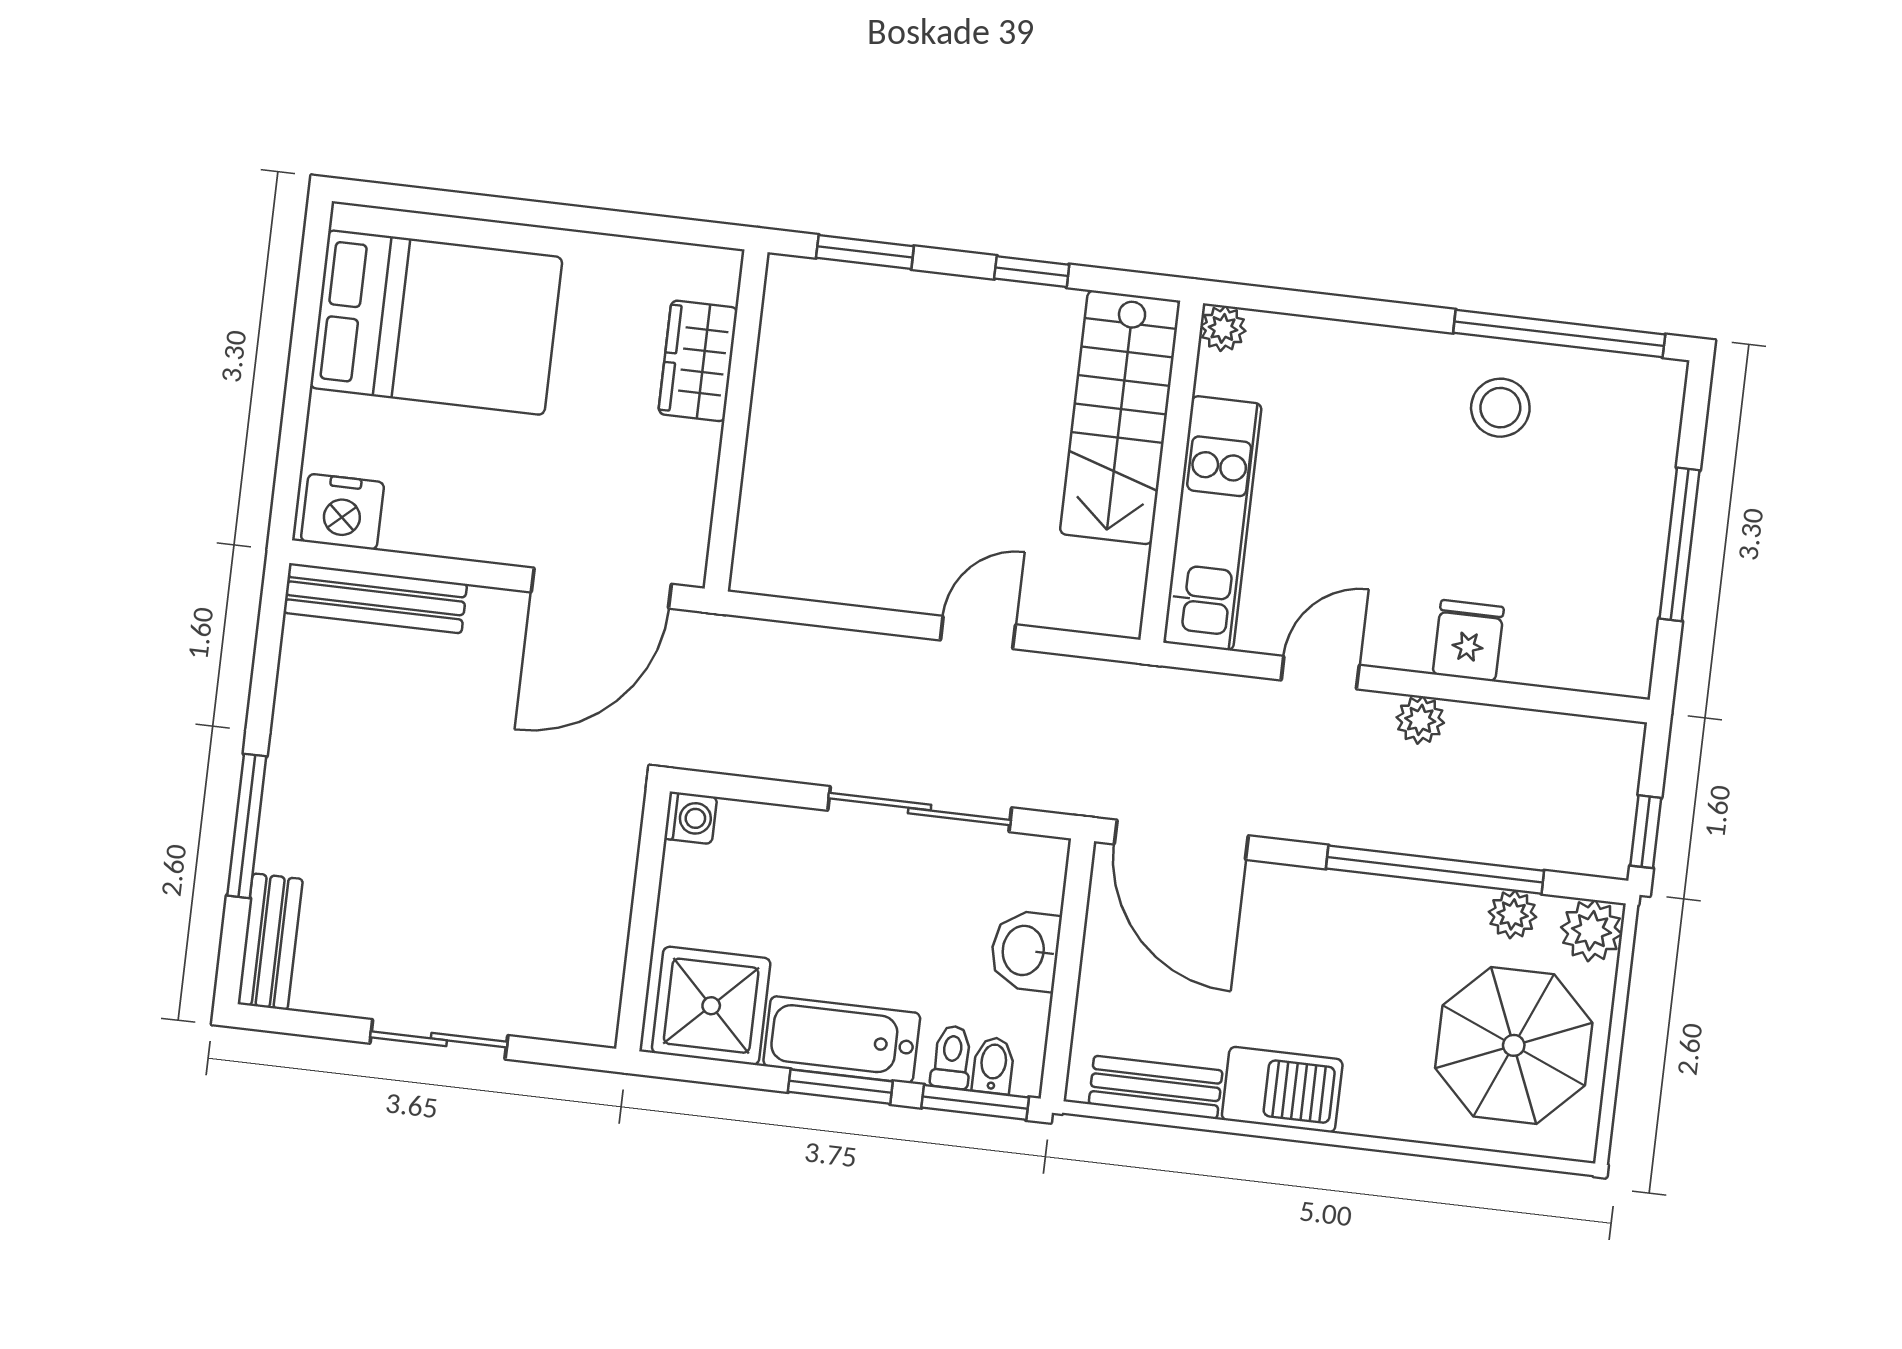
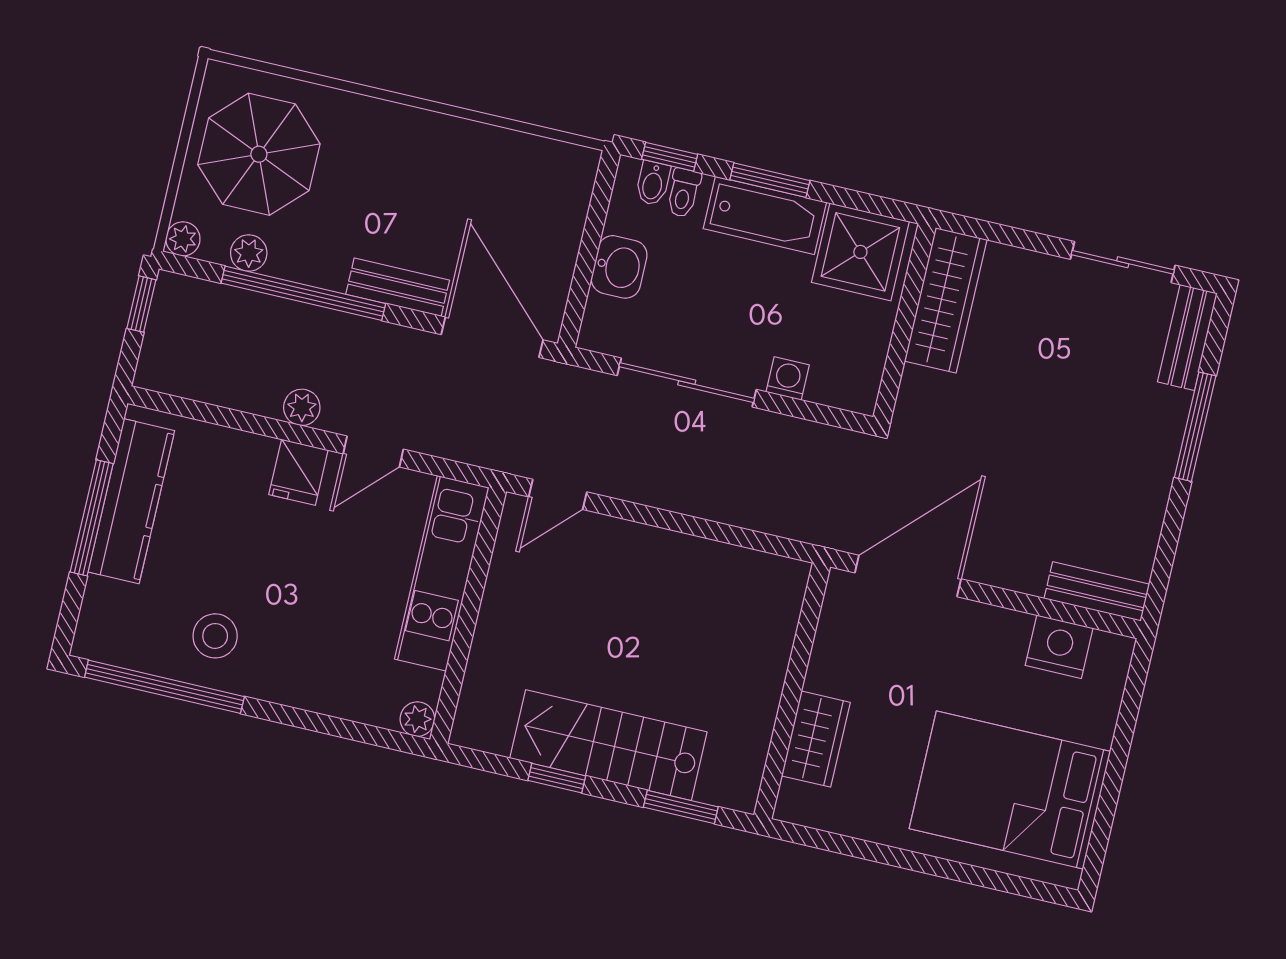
stairs: (1120, 417) -> (608, 745), moved, turned -90
nightstand: (343, 512) -> (1059, 647), moved
kitchen counter: (1630, 572) -> (131, 501), added
bench: (375, 598) -> (1097, 591), width x0.73
door: (978, 632) -> (558, 494), moved
fridge: (1468, 641) -> (298, 472), moved
washing machine: (691, 818) -> (788, 378), moved, turned 90
plant: (1591, 931) -> (183, 239), width x0.73, depth x0.73
wardrobe: (592, 955) -> (946, 300), added
sliding door: (439, 1039) -> (1123, 262), moved
bench: (1156, 1087) -> (398, 287), moved
barbecue: (1282, 1090) -> (437, 140), removed
window: (975, 1102) -> (670, 157), width x0.67

